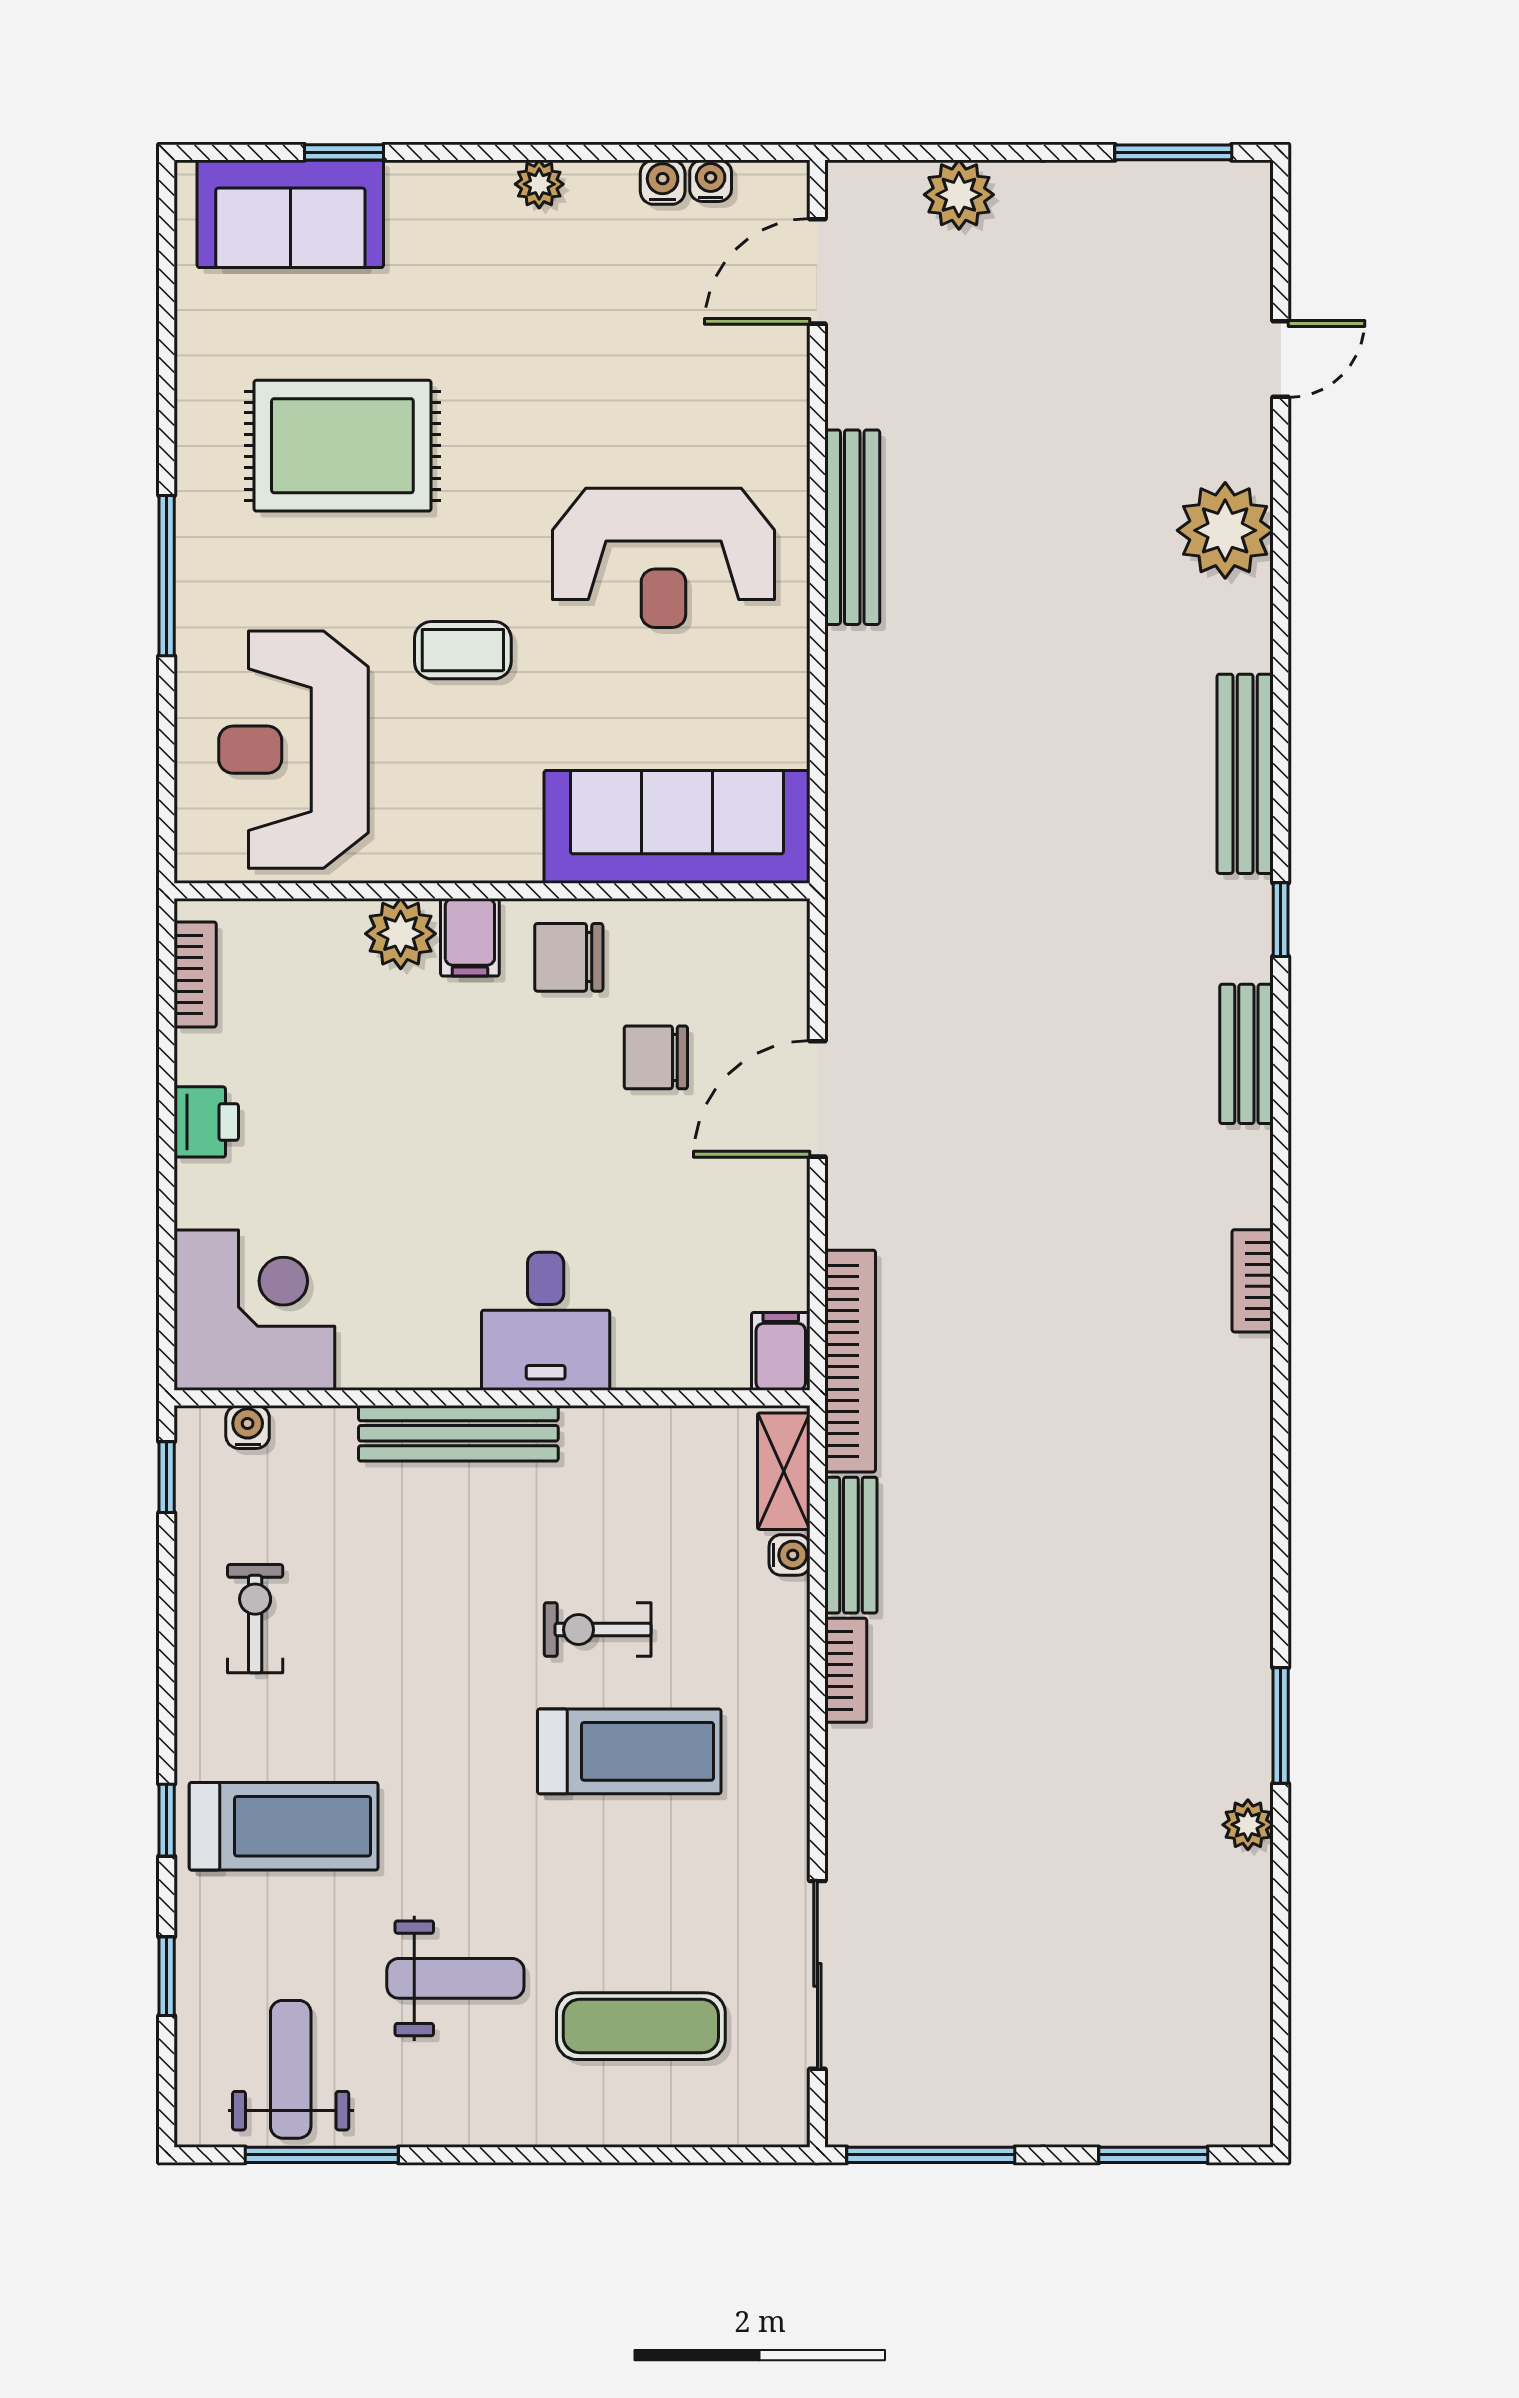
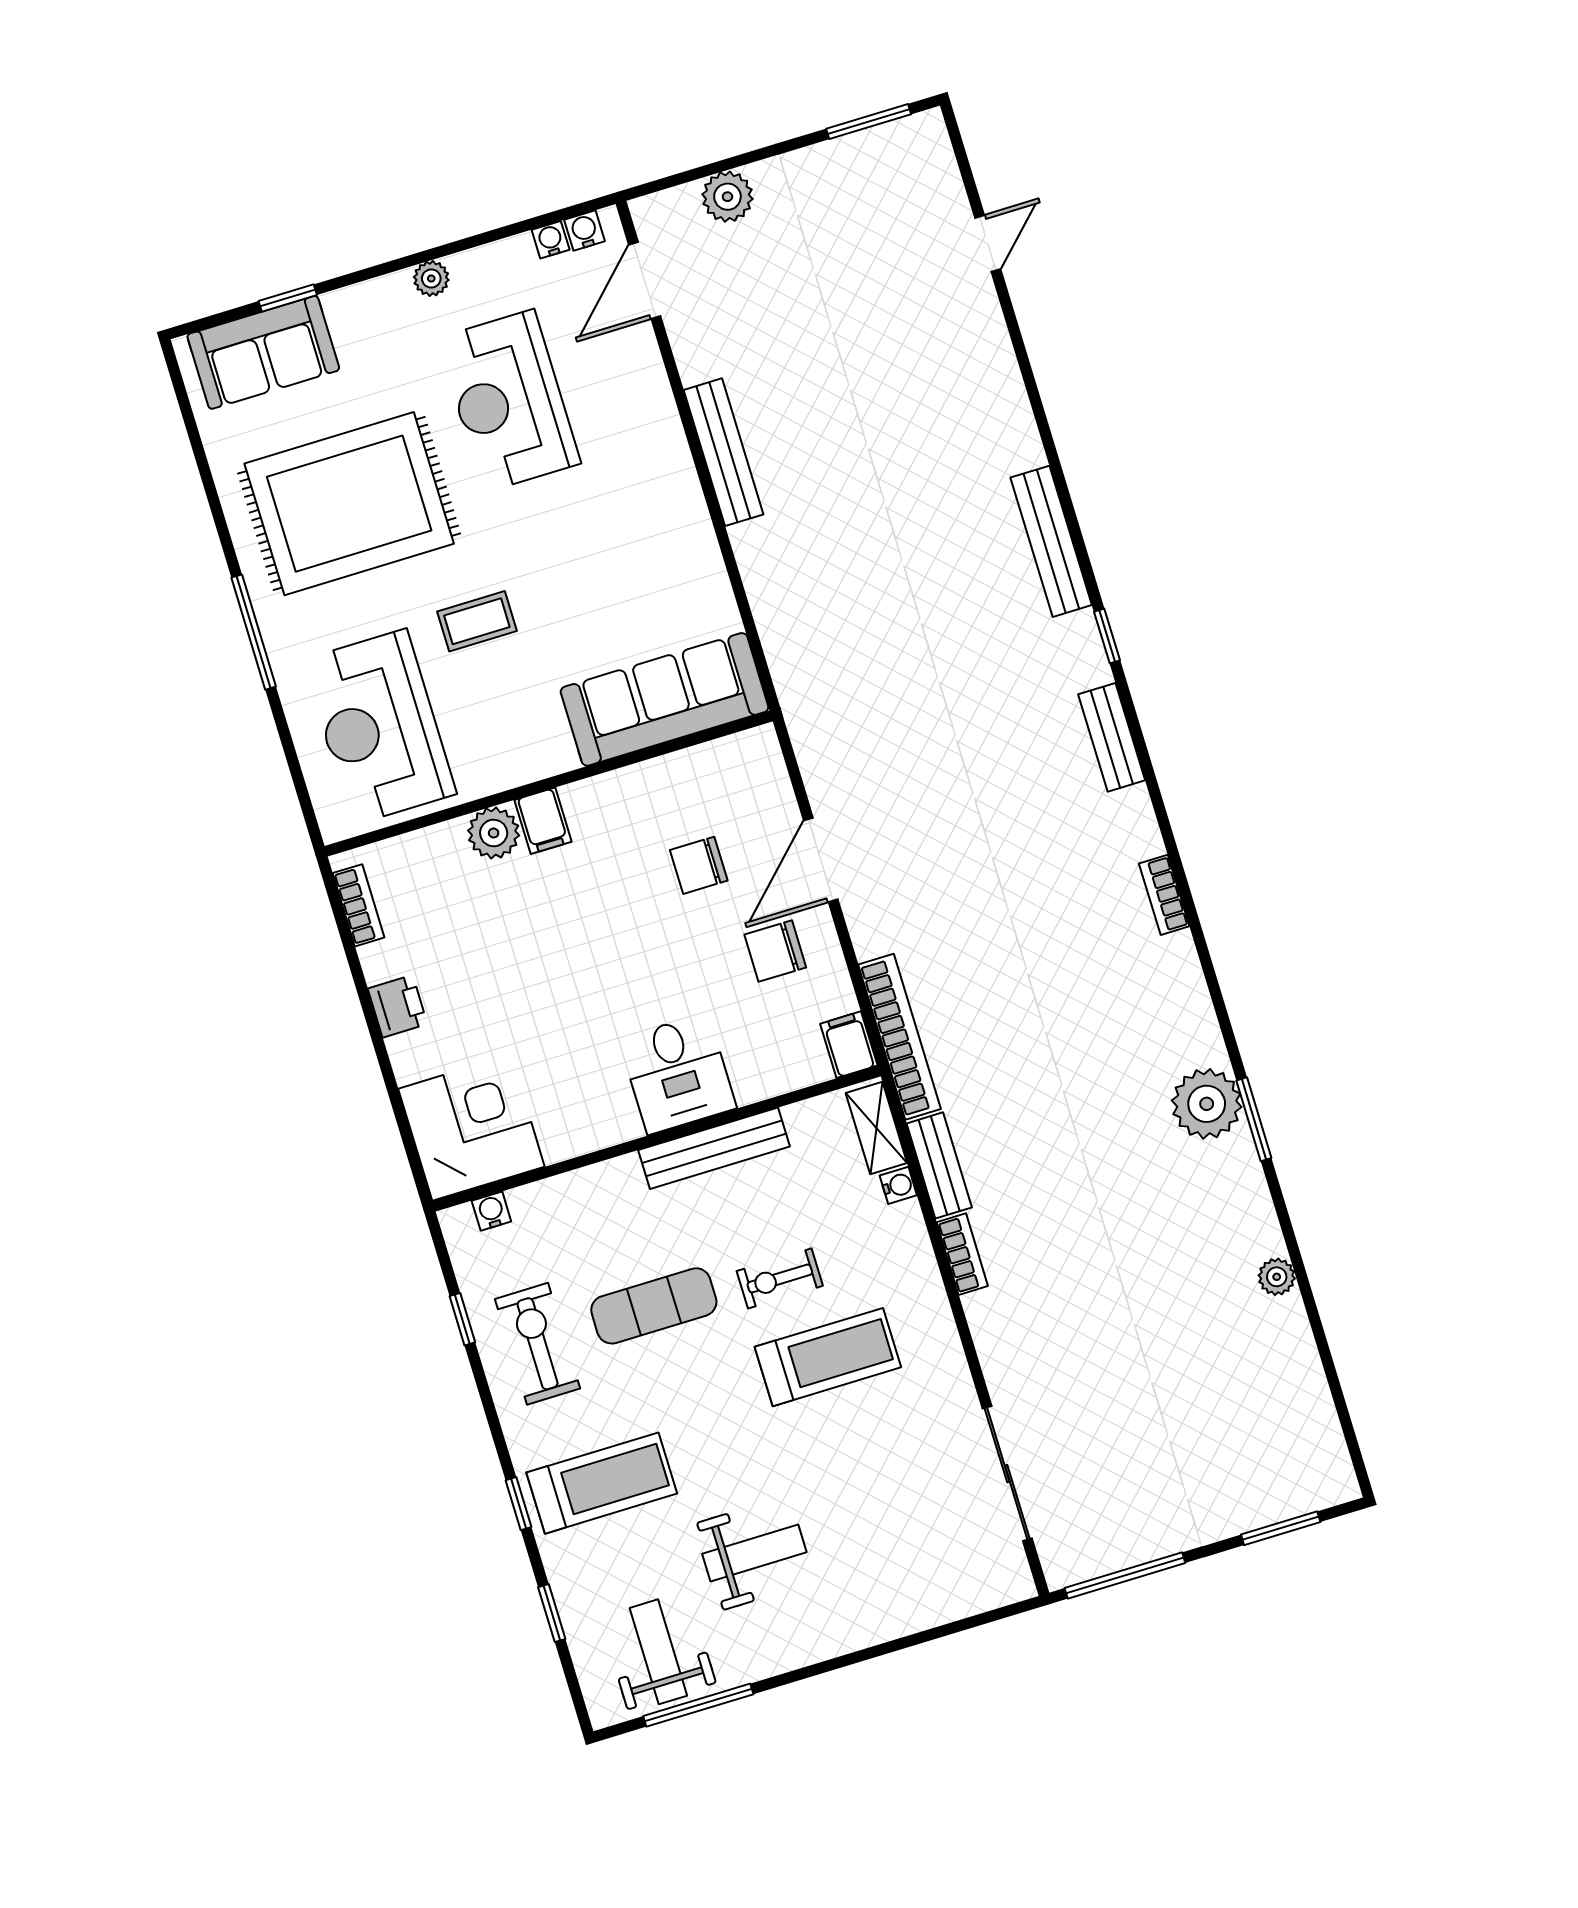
water cooler: (663, 182) -> (585, 231), moved
rug: (342, 446) -> (349, 504), width x1.37, depth x1.44
plant: (1225, 530) -> (1207, 1104), moved
reception desk: (663, 558) -> (509, 401), moved, turned 90
chair: (569, 957) -> (775, 951), moved
bench: (458, 1433) -> (714, 1148), moved
window: (167, 1477) -> (462, 1319), moved
exercise bike: (255, 1619) -> (538, 1344), width x1.38, depth x1.39
window: (1281, 1725) -> (1254, 1119), moved
exercise mat: (641, 2026) -> (654, 1306), moved

